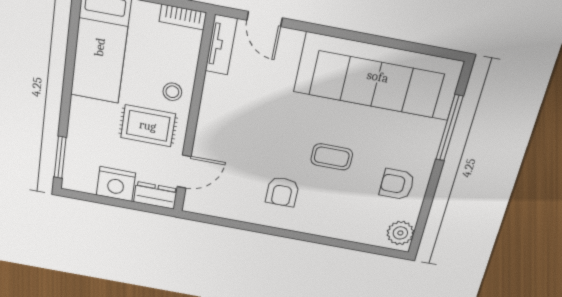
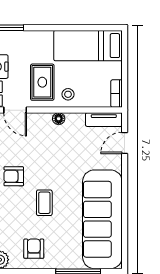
floor lamp: (208, 113) -> (59, 119), added

